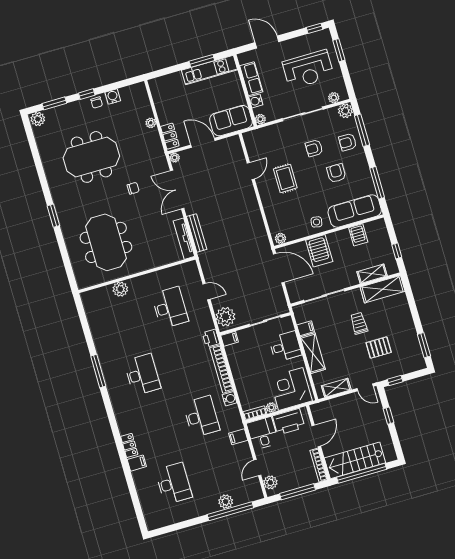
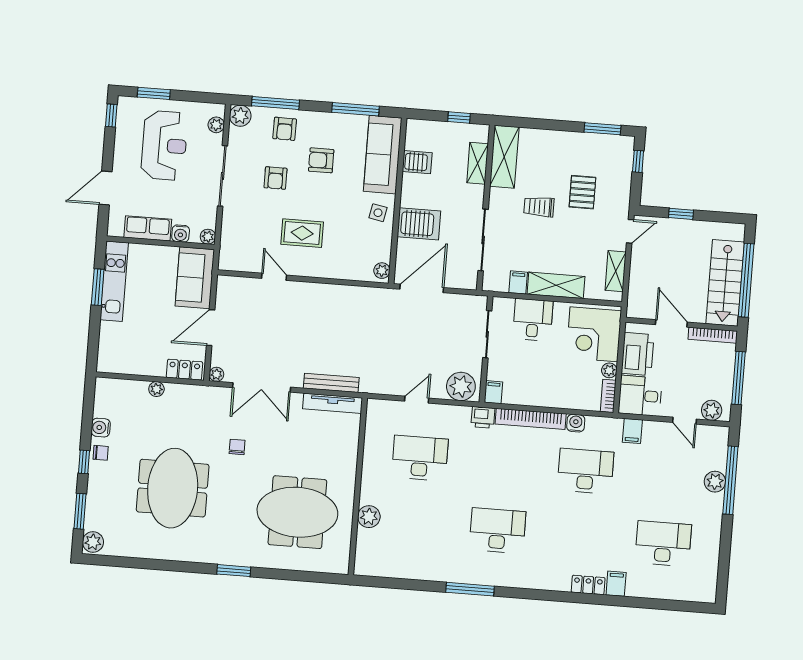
window: (395, 381) -> (638, 161), moved

